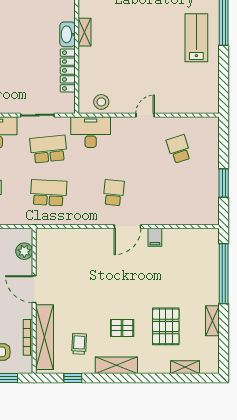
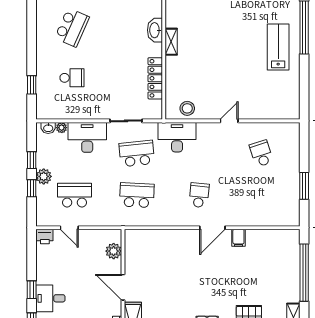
washbasin: (68, 34) -> (155, 30), moved

